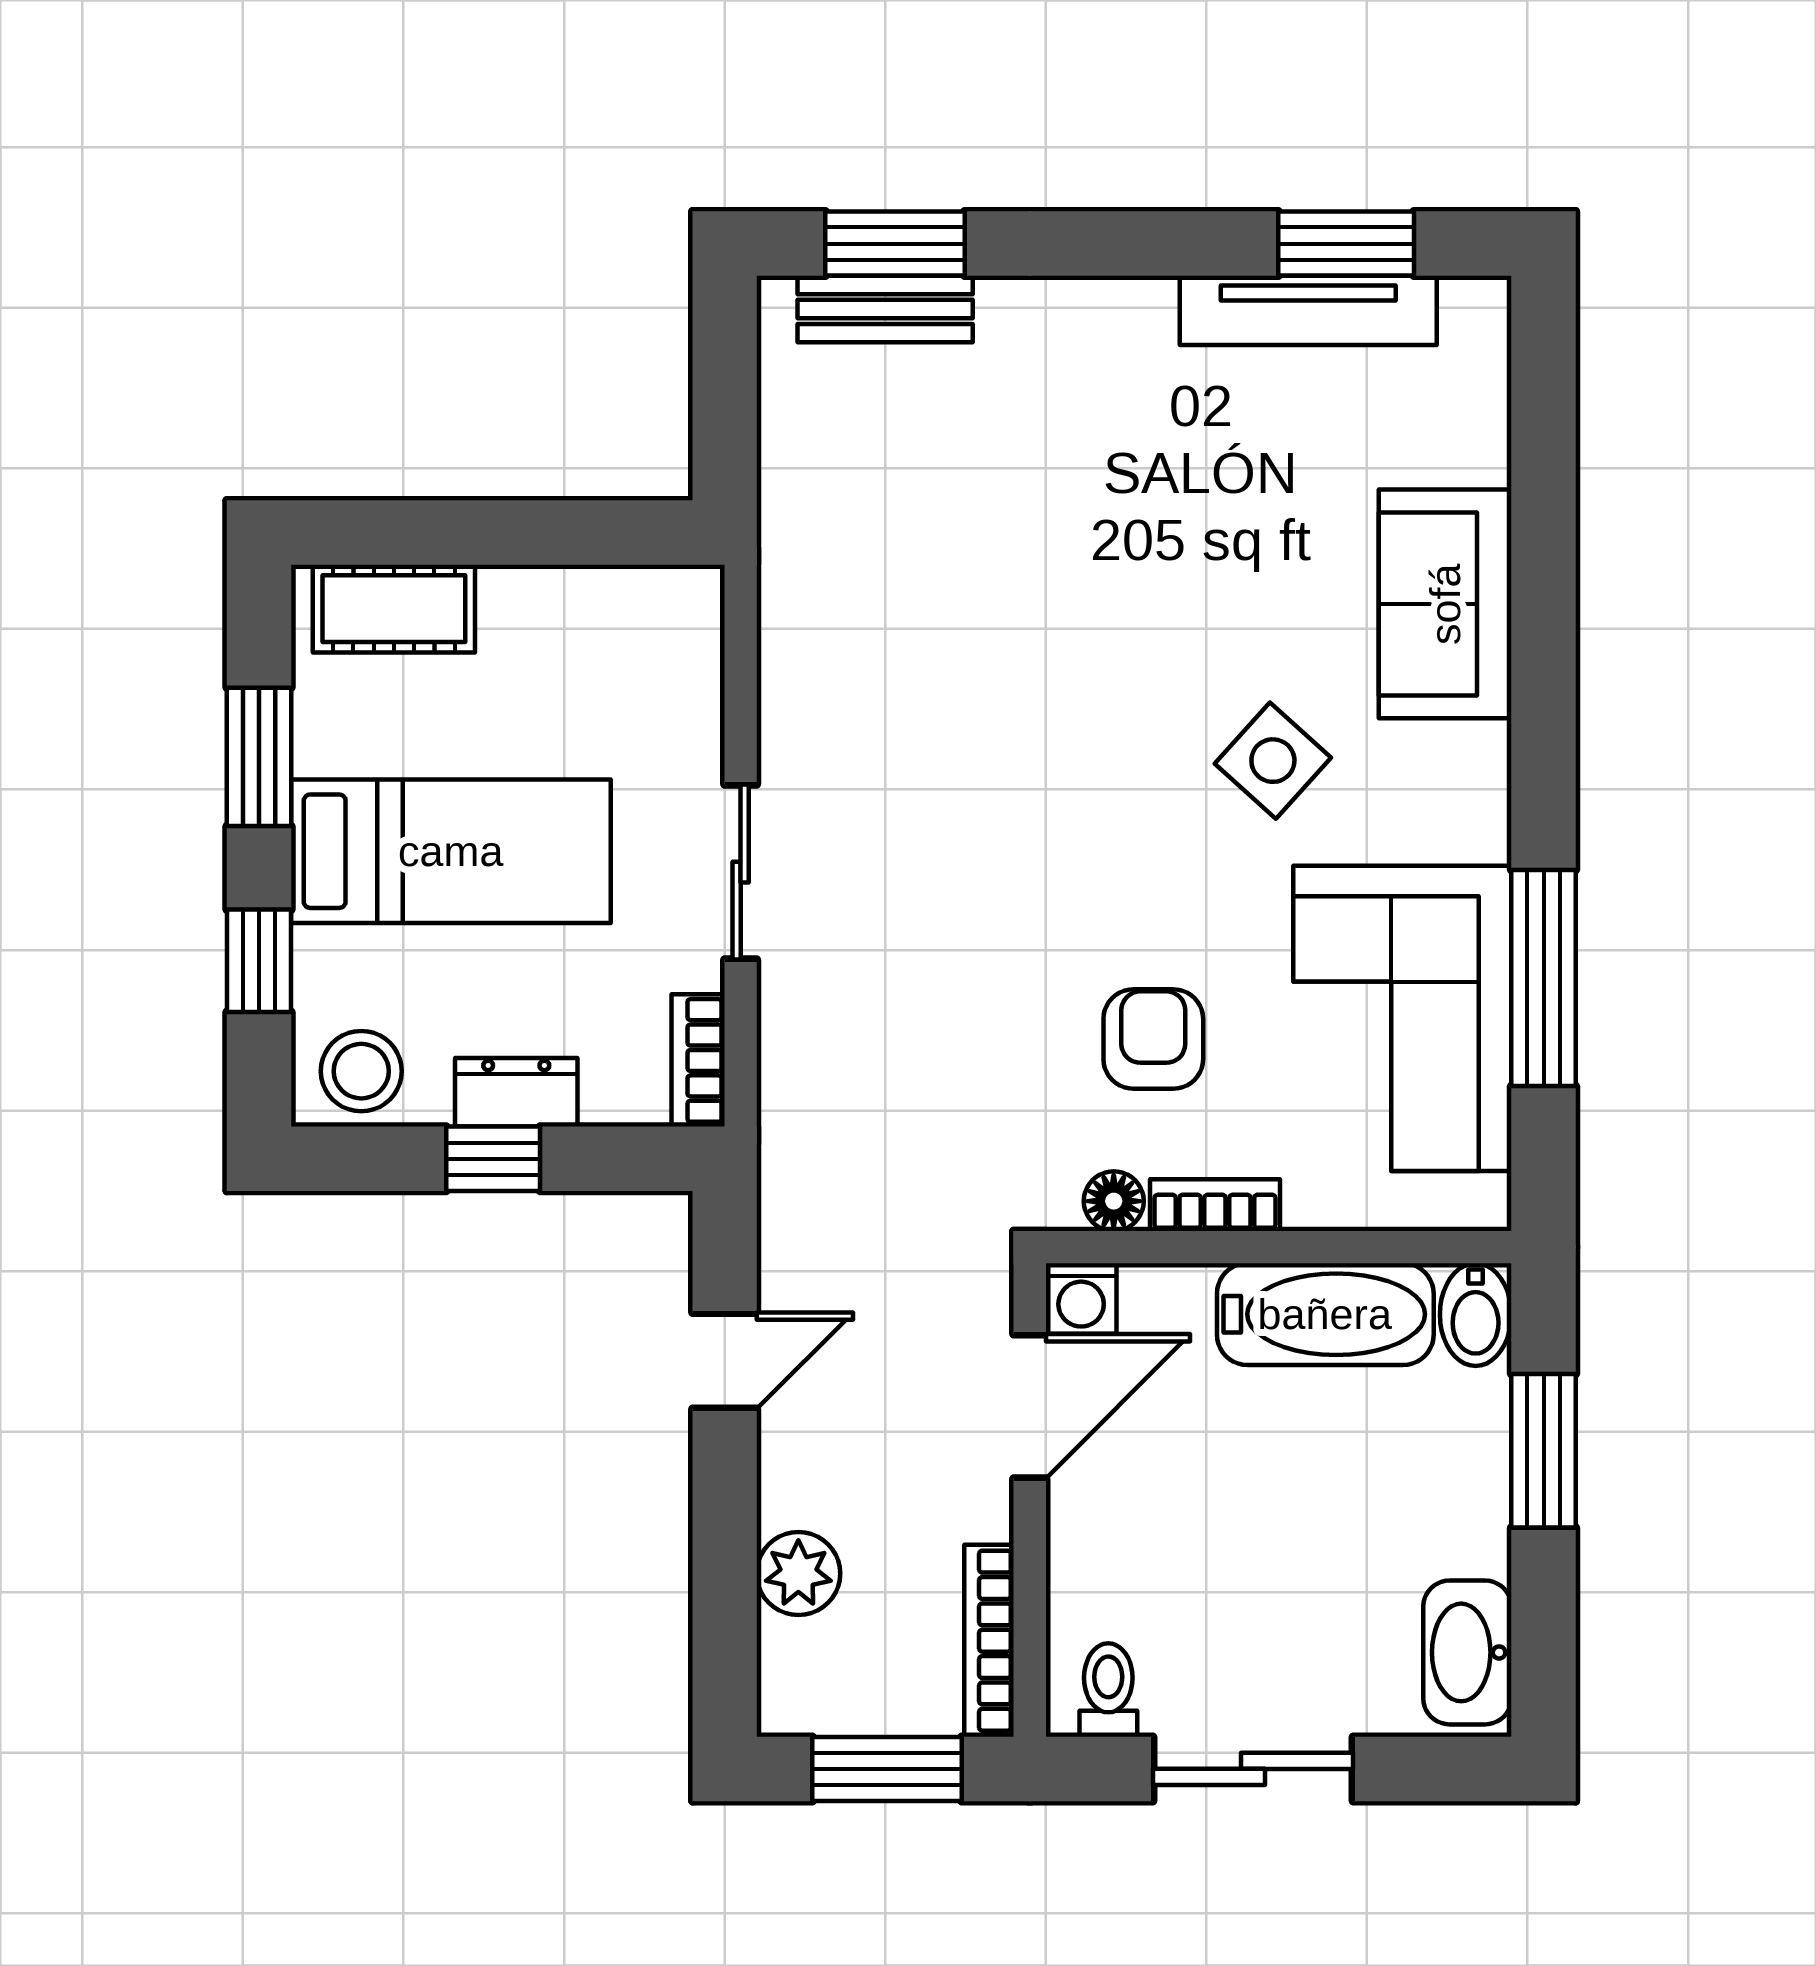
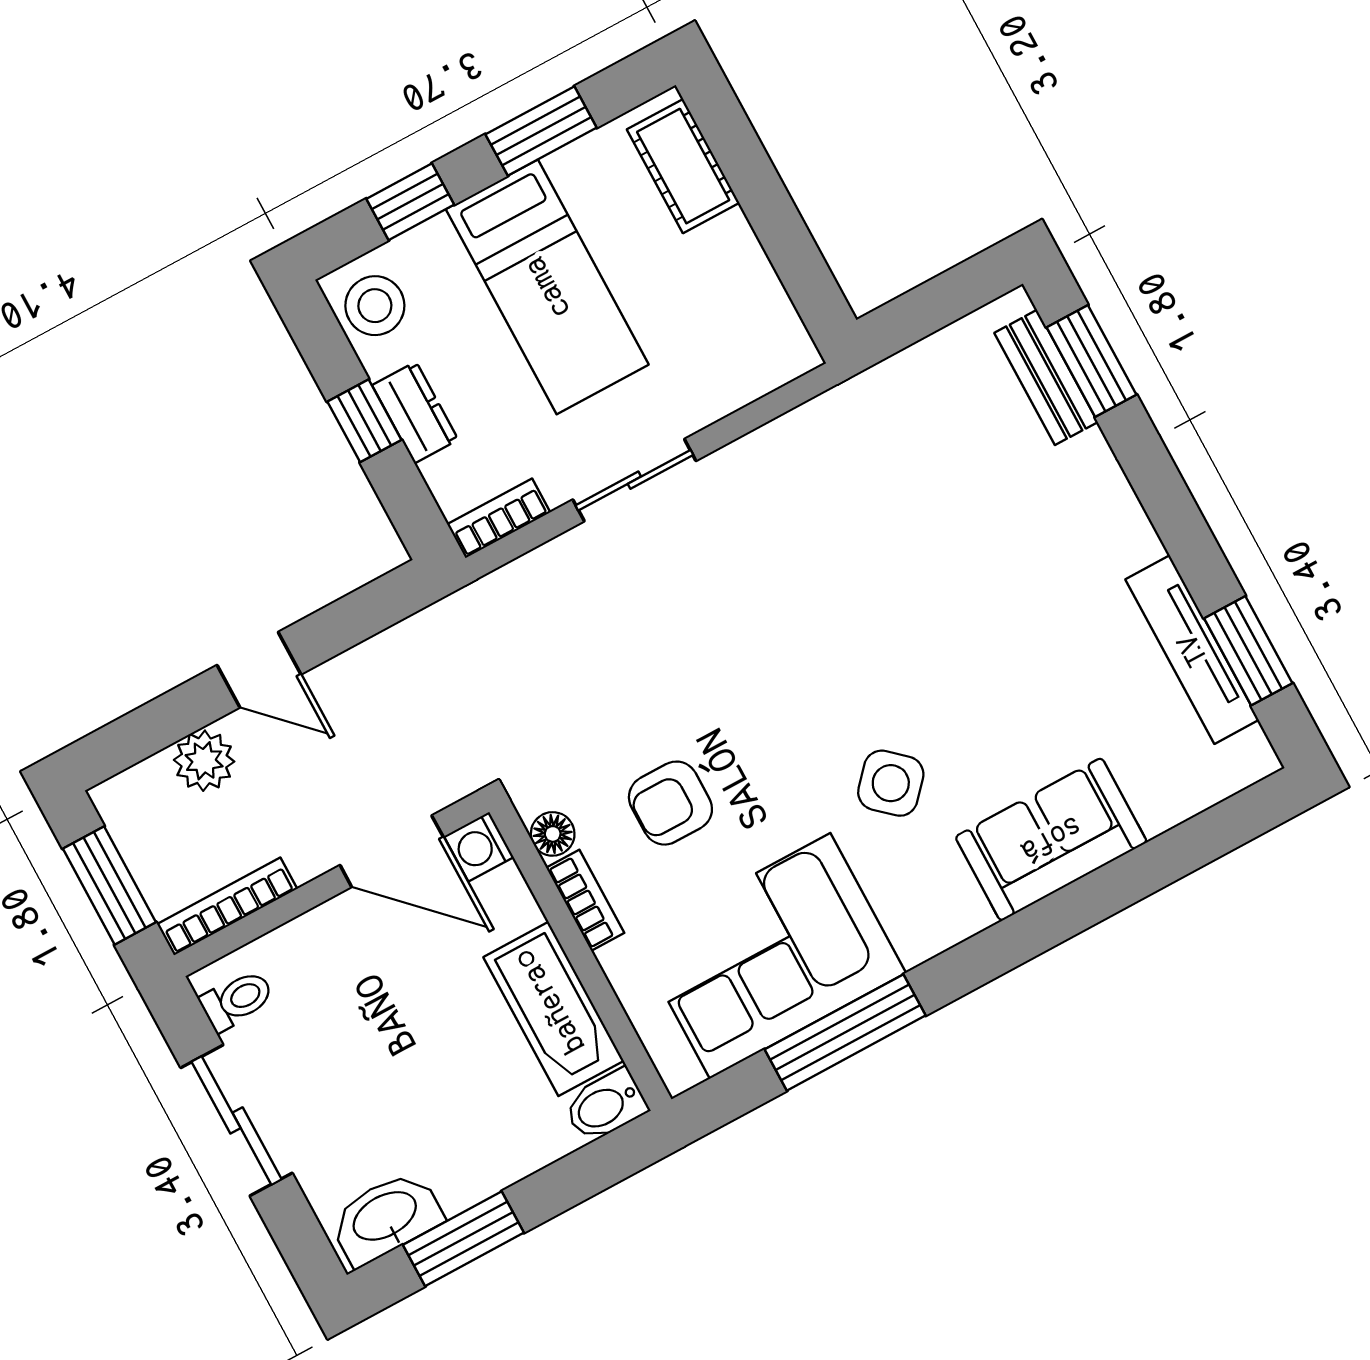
armchair: (1153, 1039) -> (670, 803), turned 180
door: (725, 1361) -> (259, 670), moved
window: (1544, 1451) -> (463, 1239), moved

